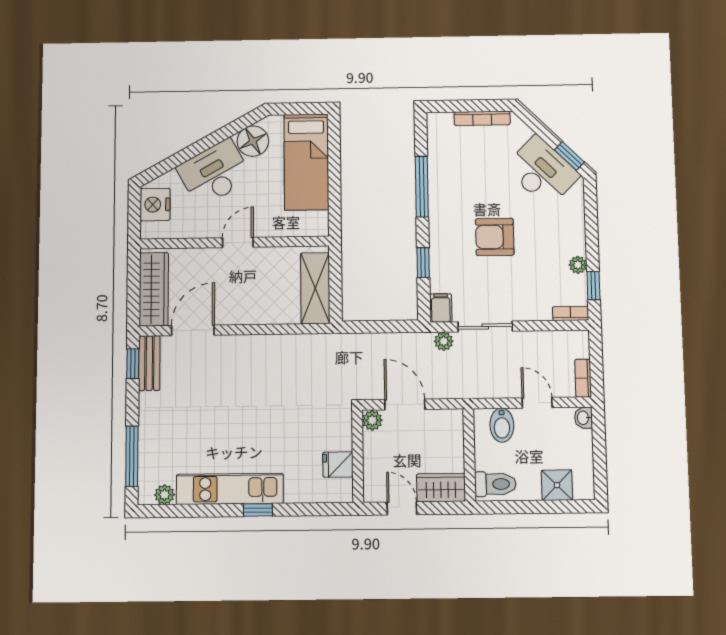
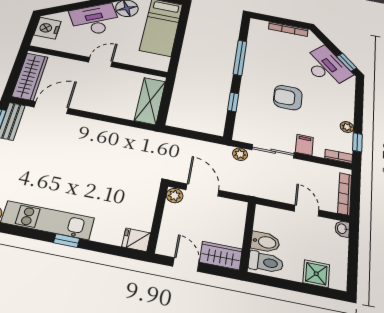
filing cabinet: (441, 308) -> (304, 145), moved
bookcase: (583, 378) -> (345, 194), width x1.56
bidet: (502, 425) -> (265, 242), moved, turned -90
fridge: (338, 465) -> (136, 240), moved

